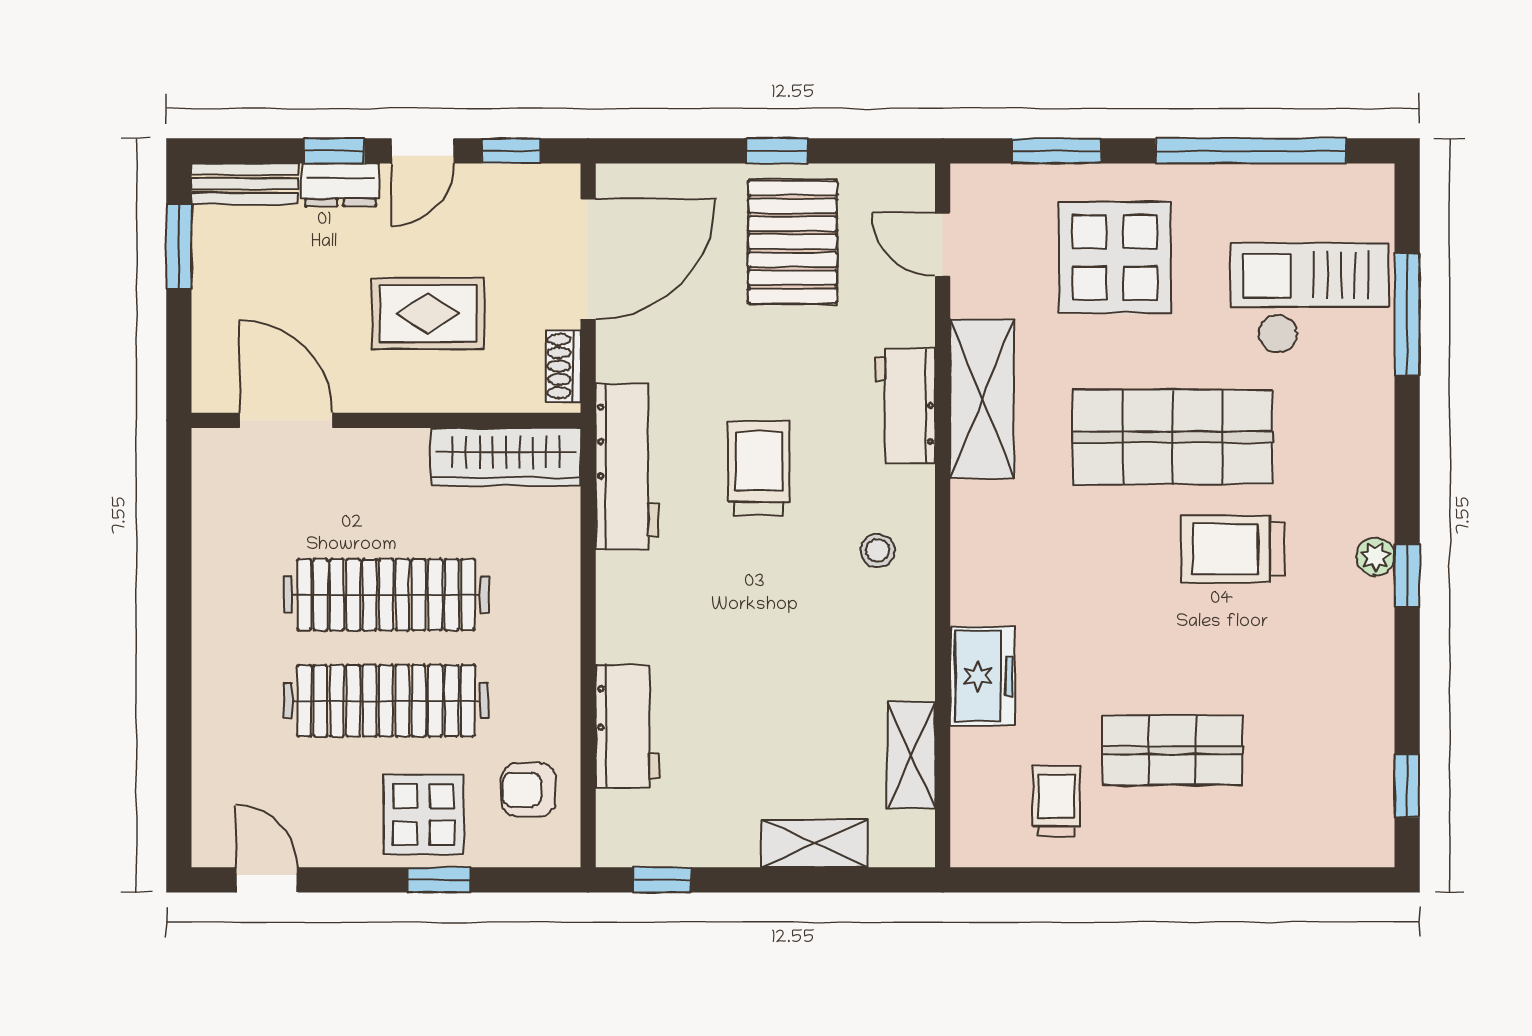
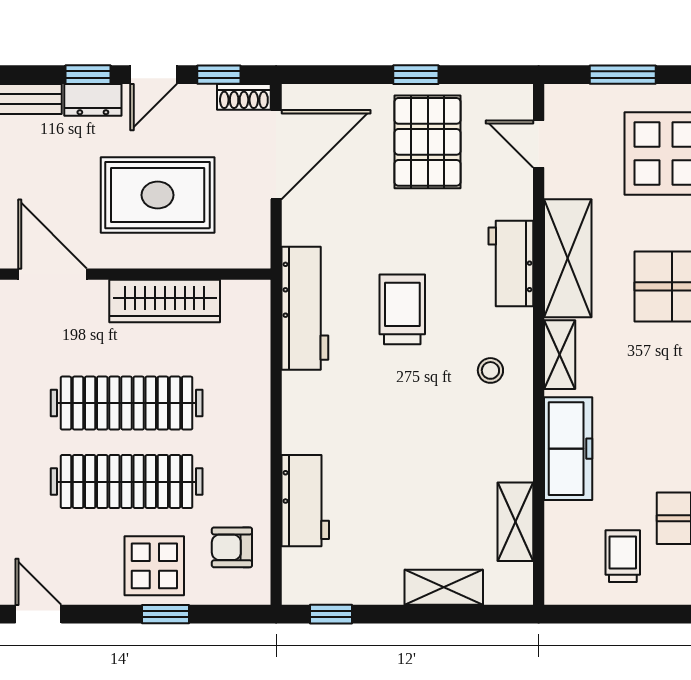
rug: (428, 314) -> (158, 195), width x1.36, depth x1.43
shoe rack: (563, 366) -> (244, 97), moved, turned -90
wardrobe: (506, 457) -> (165, 301), moved
shelving: (971, 529) -> (560, 355), added
freezer: (983, 676) -> (568, 449), width x1.40

